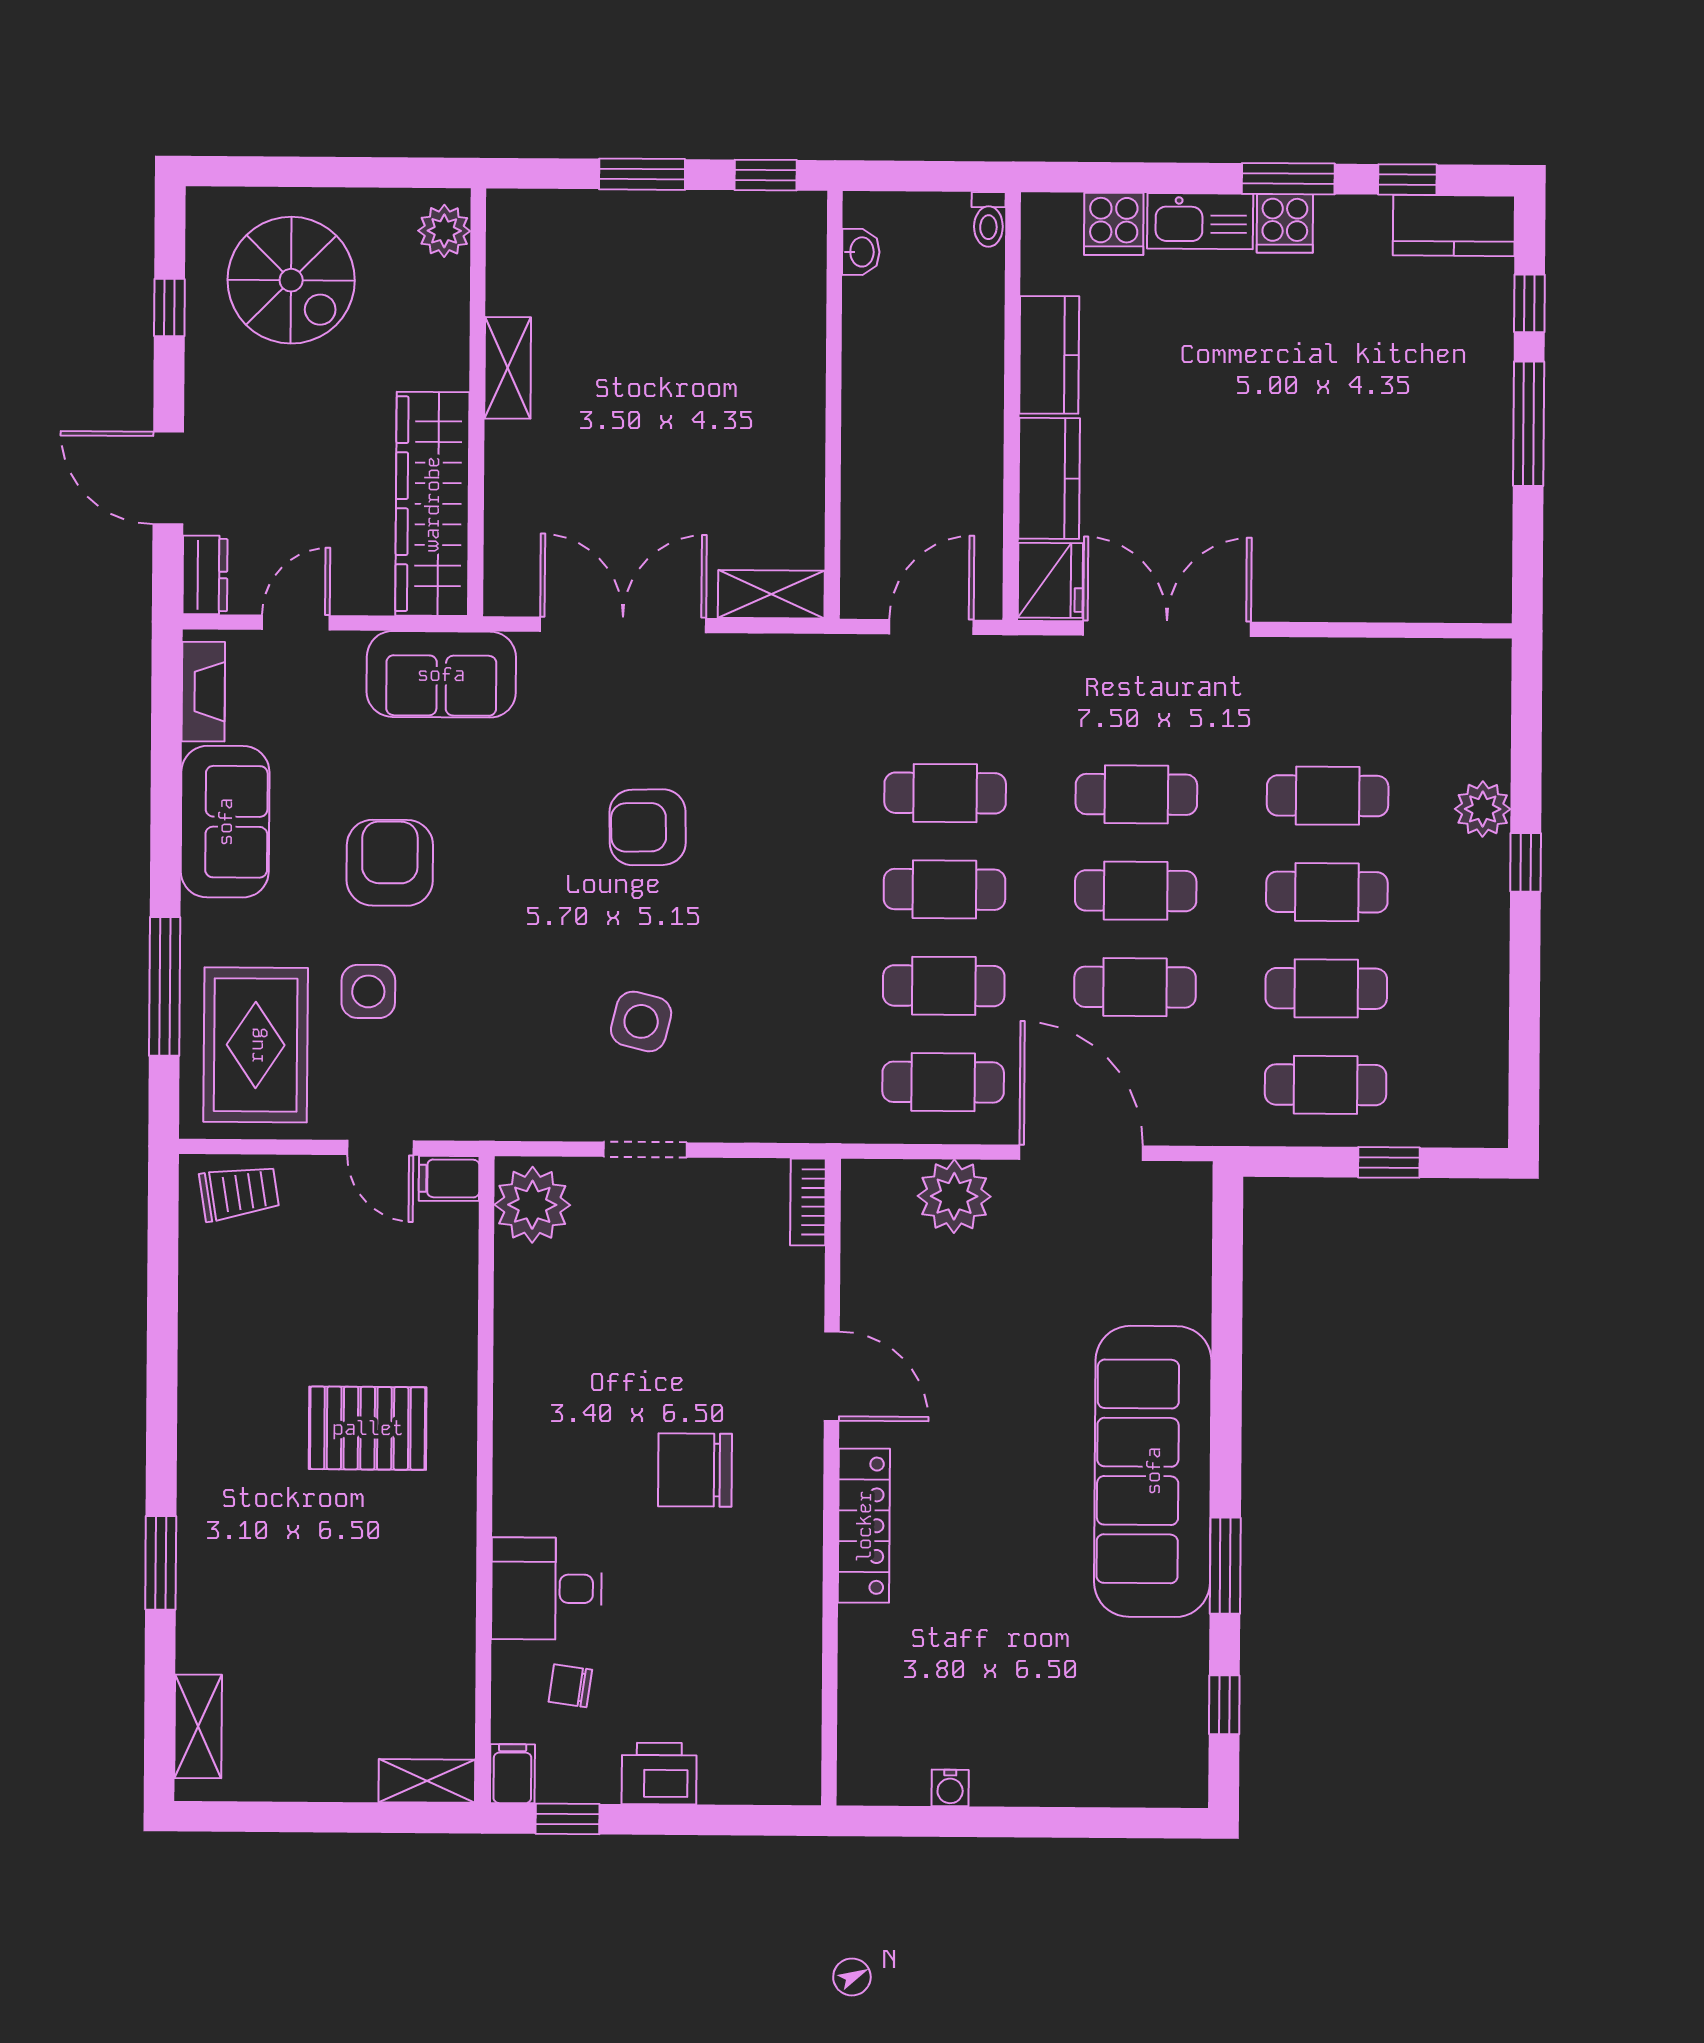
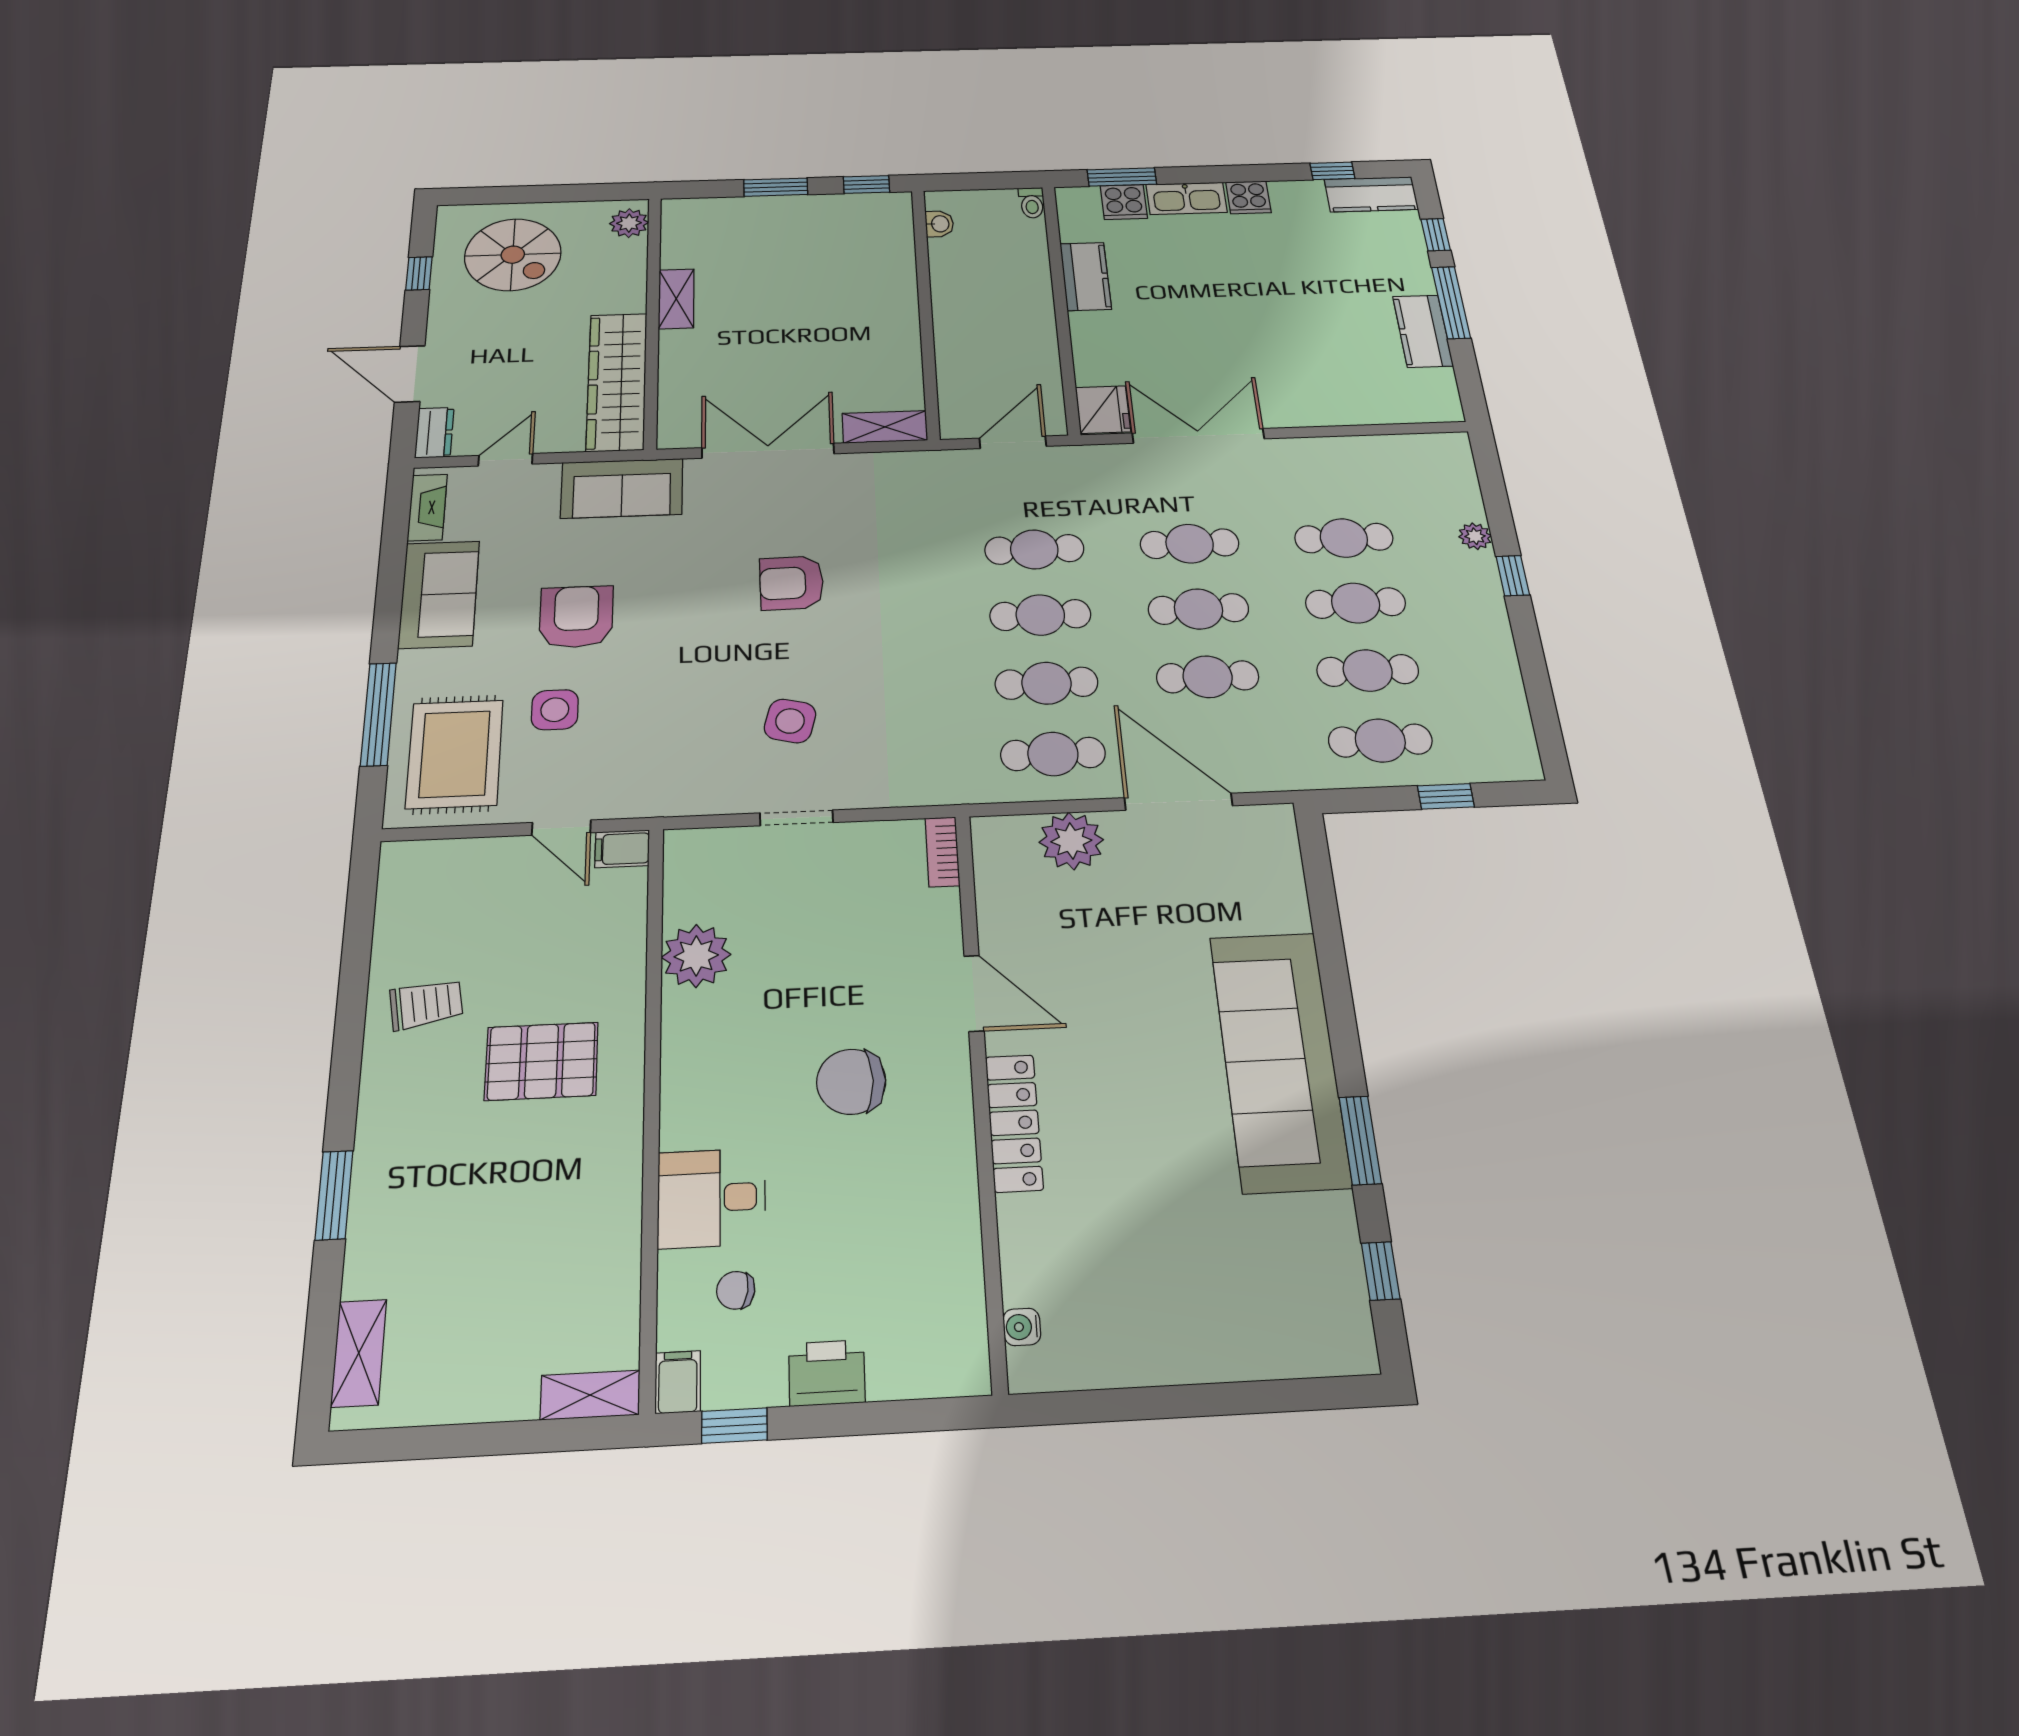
window: (1288, 179) -> (1122, 177), moved
kitchen counter: (1049, 478) -> (1423, 331), moved, turned 180
plant: (1483, 809) -> (1475, 536), width x0.73, depth x0.73
trolley: (239, 1193) -> (426, 1004), moved
plant: (532, 1205) -> (696, 956), moved
water cooler: (950, 1788) -> (1022, 1327), moved, turned 90

